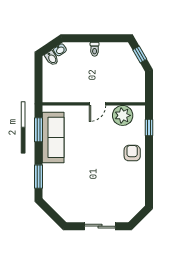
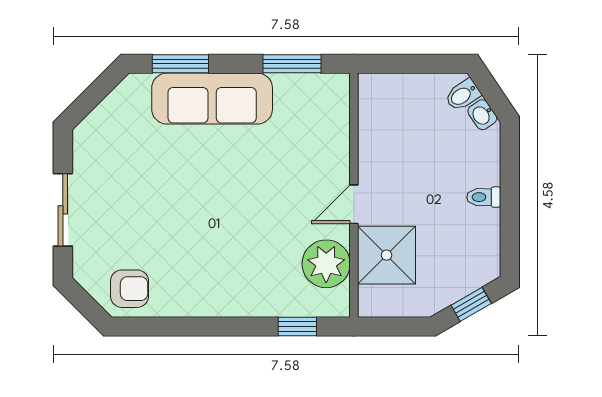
shower: (119, 90) -> (387, 255), added
door: (98, 104) -> (354, 204), hinge flipped
sofa: (53, 137) -> (212, 99), moved
armchair: (132, 153) -> (130, 289), moved

